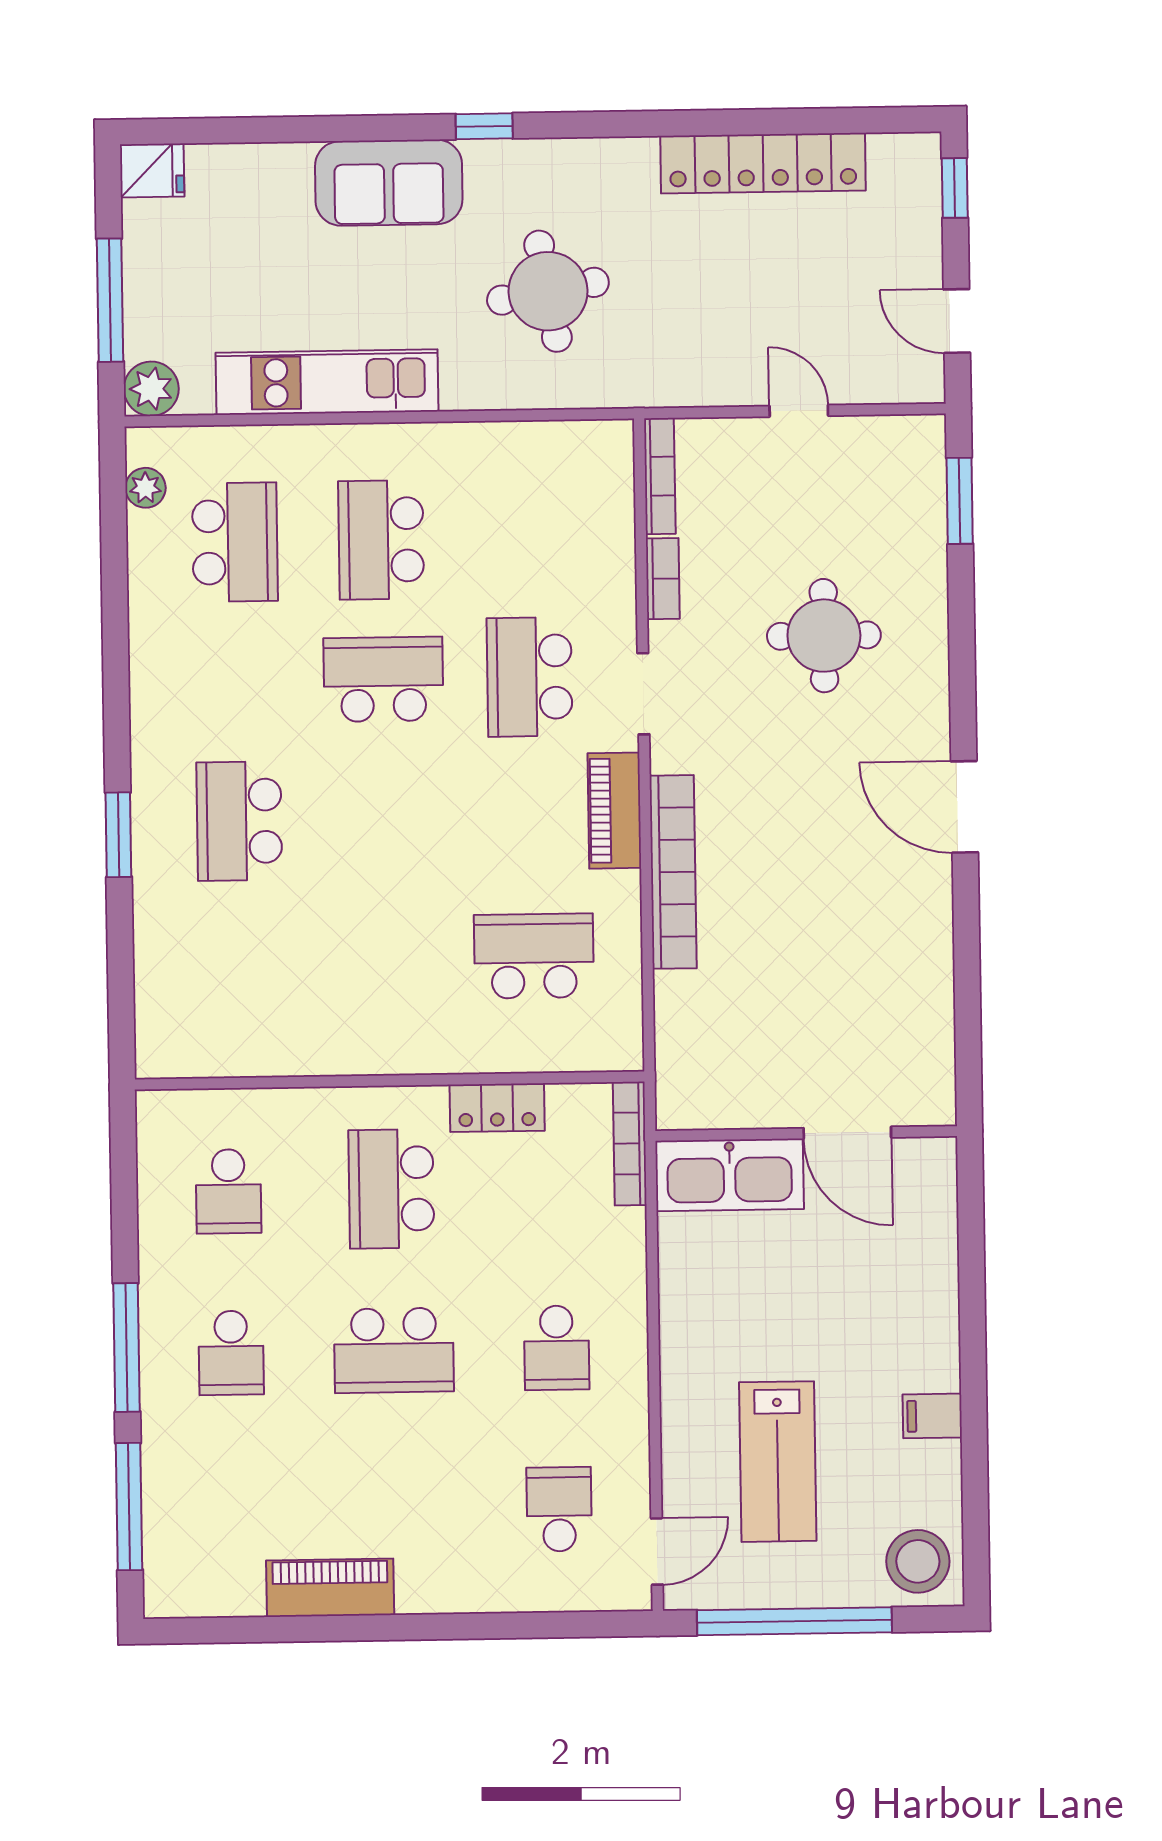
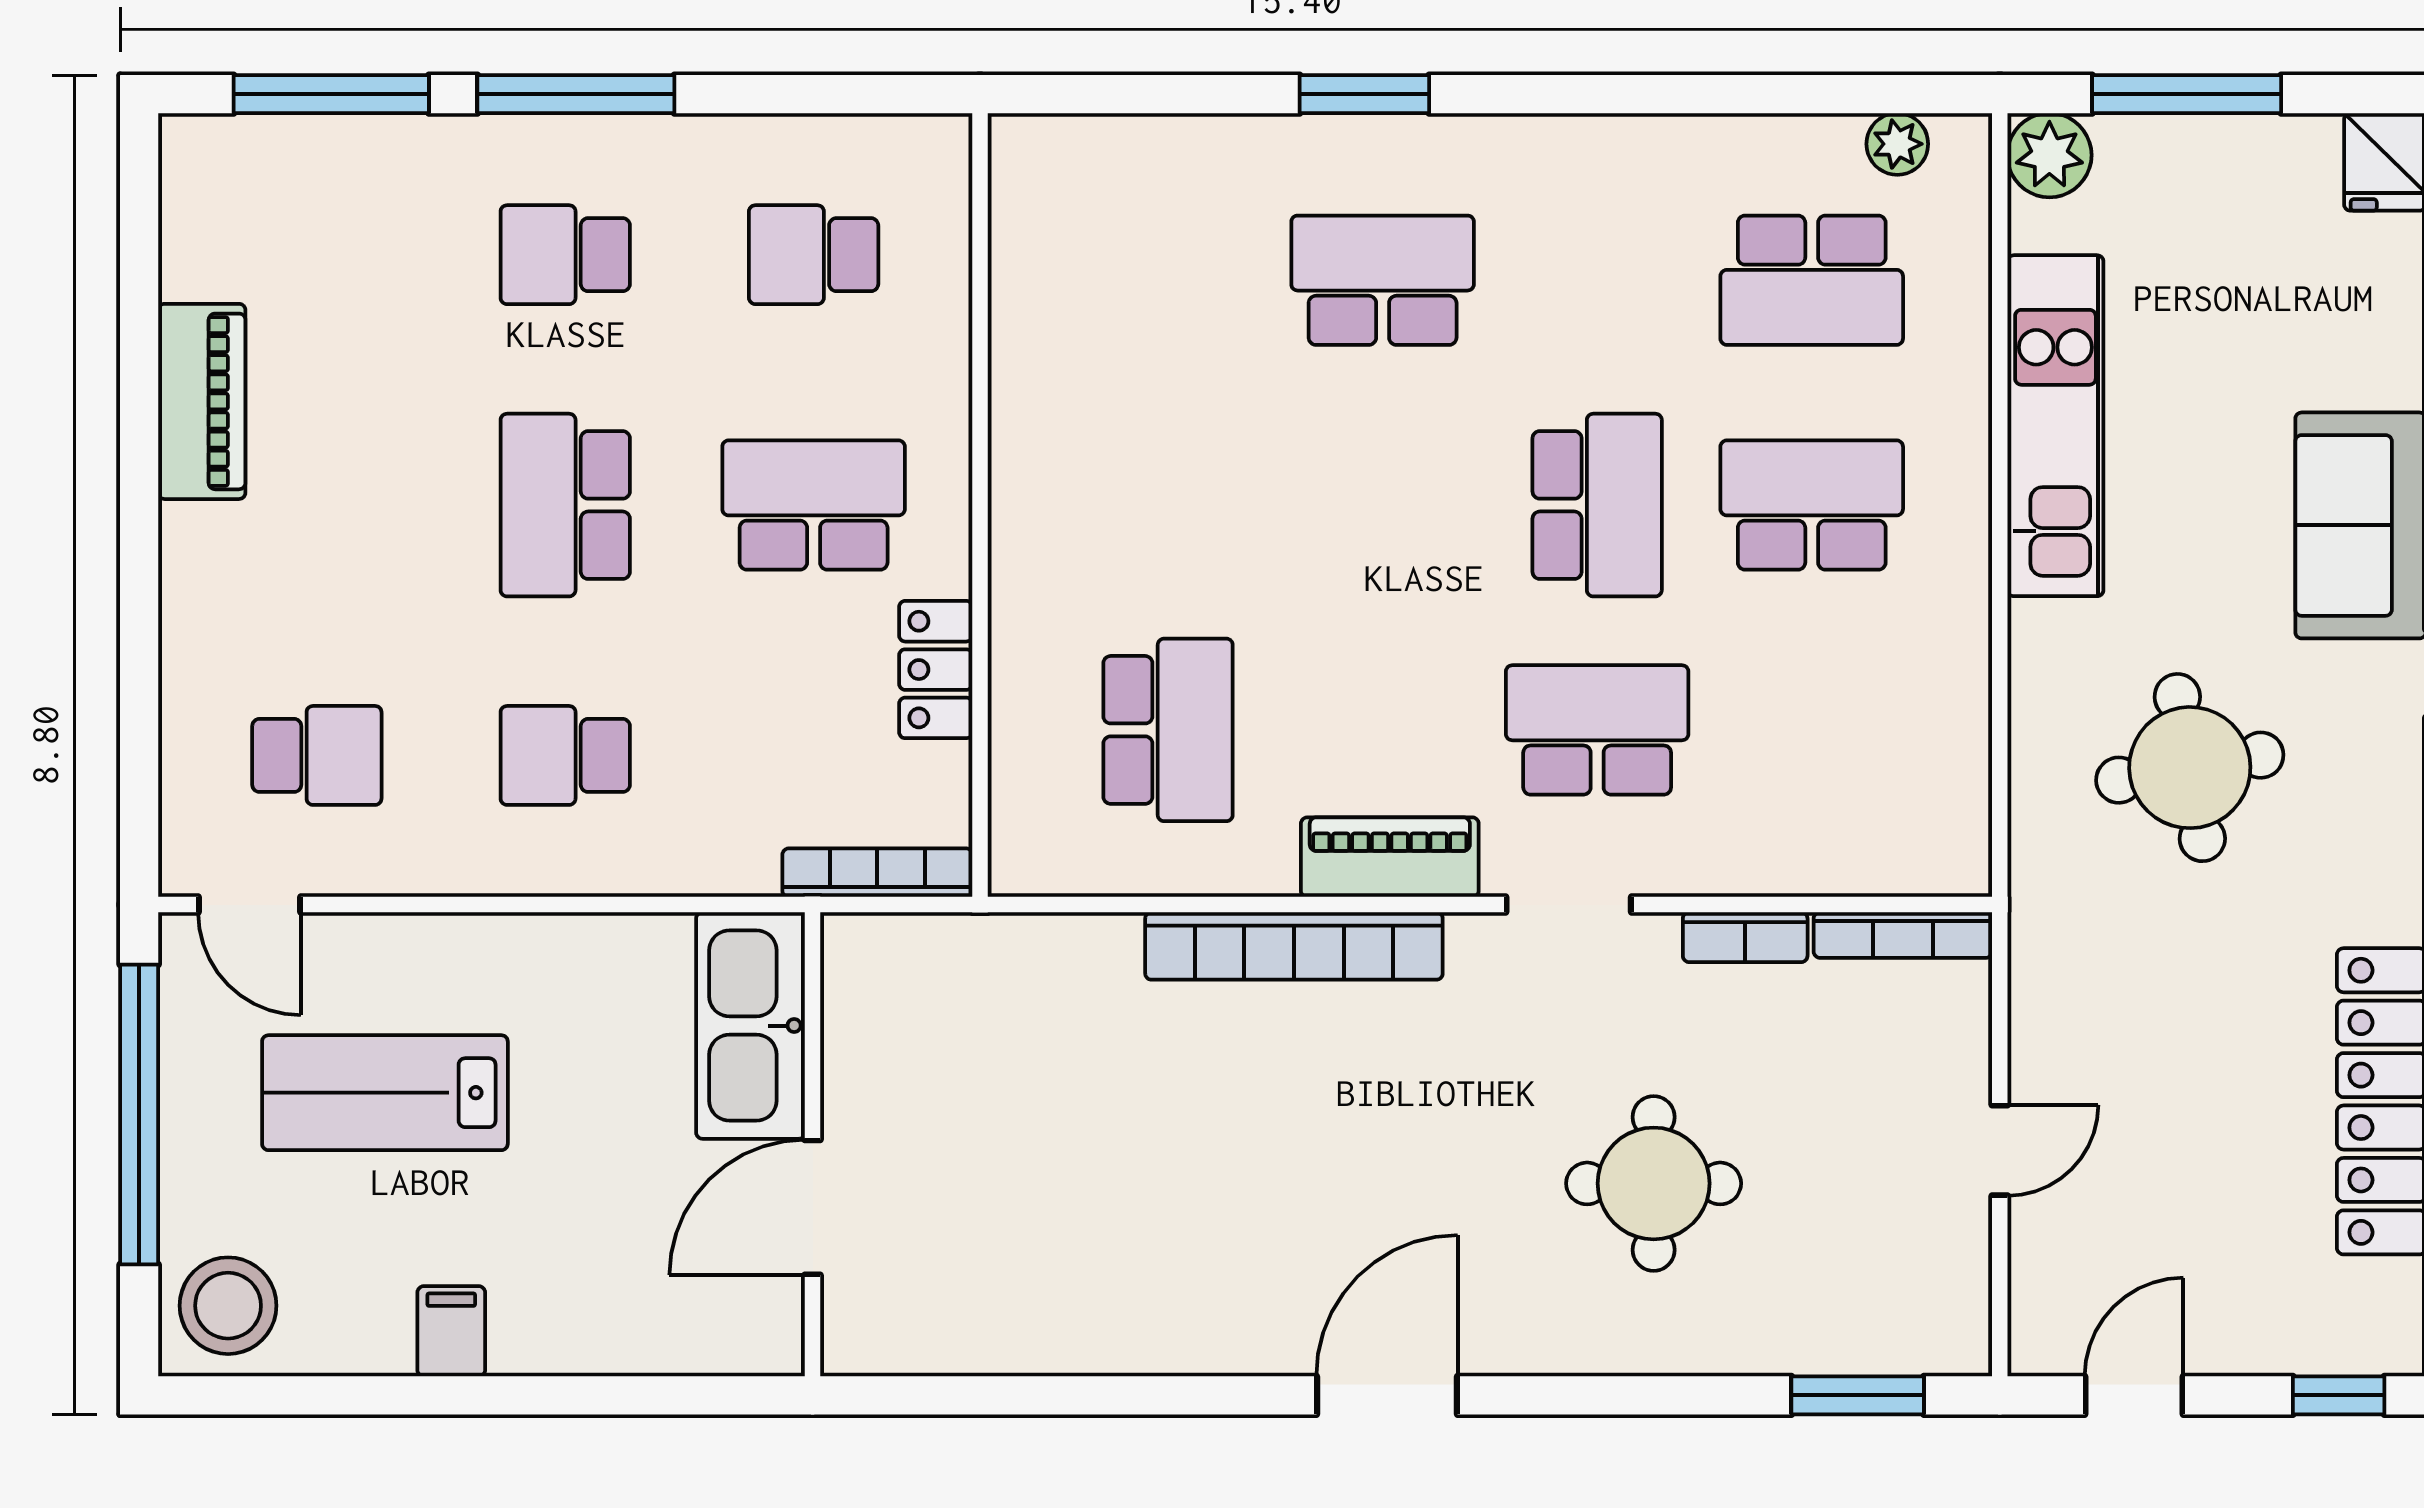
wall: (806, 1133) -> (813, 1144), moved
door: (847, 1133) -> (813, 1207), moved
kitchen sink: (730, 1175) -> (751, 1026), moved

